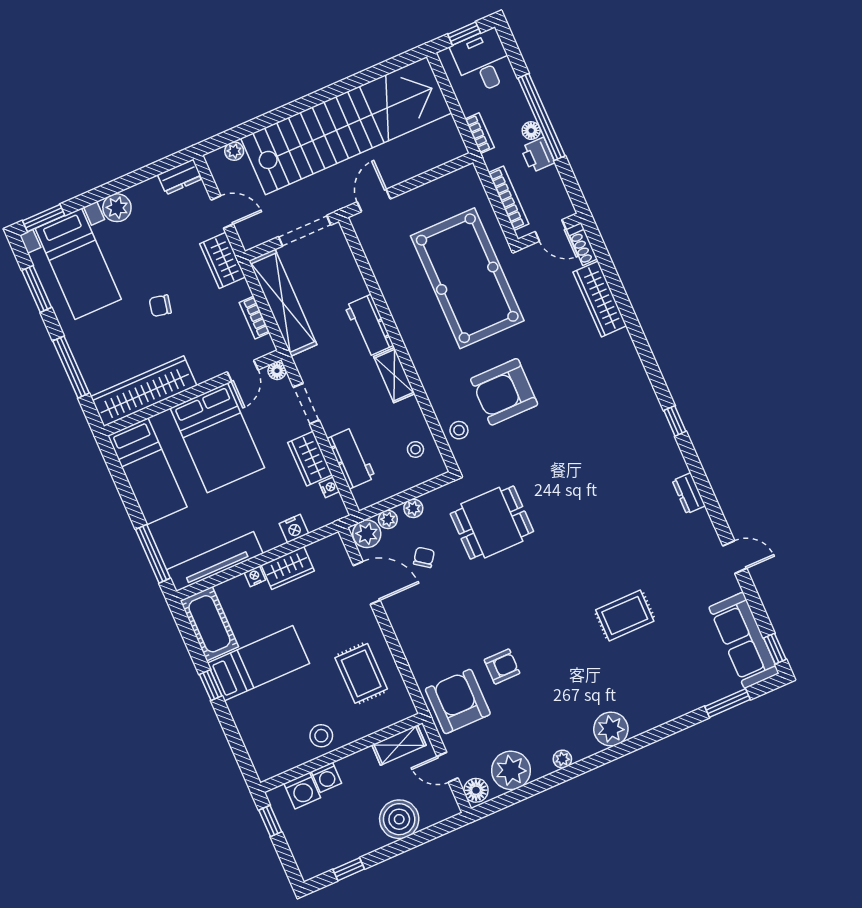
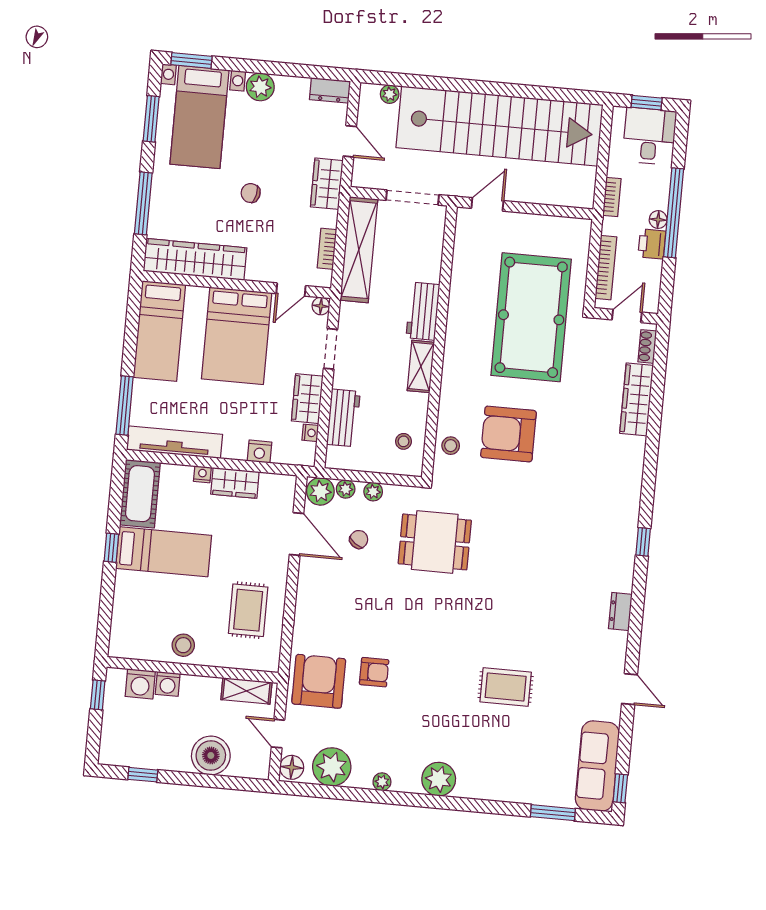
door: (551, 230) -> (627, 316), swing flipped

